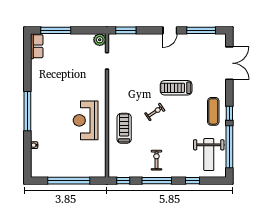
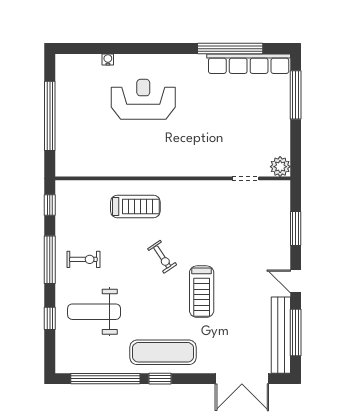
window: (126, 30) -> (296, 228), moved
bench: (203, 39) -> (281, 335), added
row of seats: (37, 46) -> (249, 64), width x2.02
treadmill: (176, 88) -> (202, 292), turned 180
window: (27, 111) -> (230, 49), moved
exercise mat: (213, 111) -> (163, 352), width x1.36, depth x1.45
reception desk: (86, 120) -> (143, 99), moved
weight bench: (209, 155) -> (94, 312), moved

